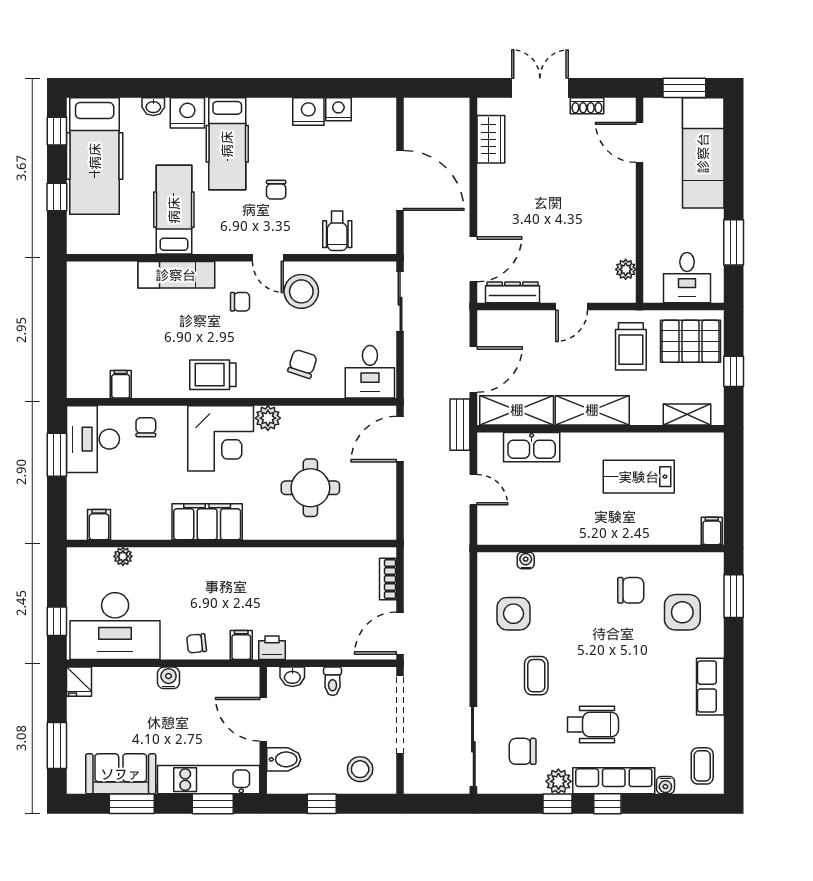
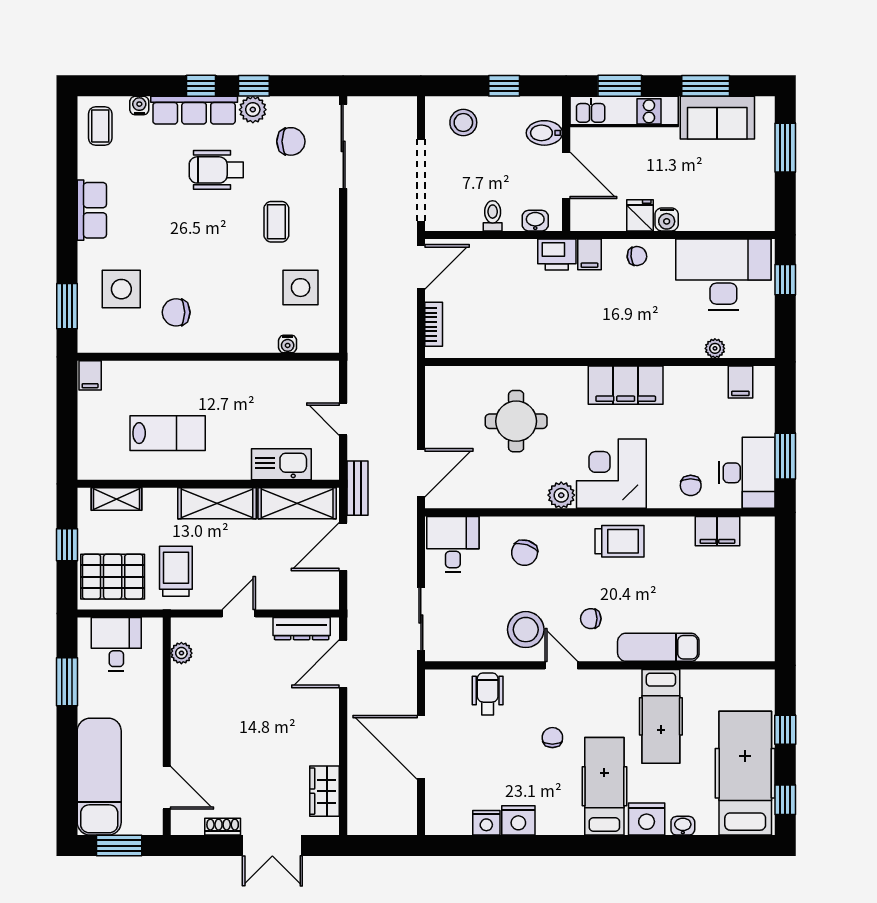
filing cabinet: (121, 384) -> (717, 531), width x2.00
printer: (272, 648) -> (557, 254), width x1.36, depth x1.24
fridge: (79, 682) -> (640, 215), moved

